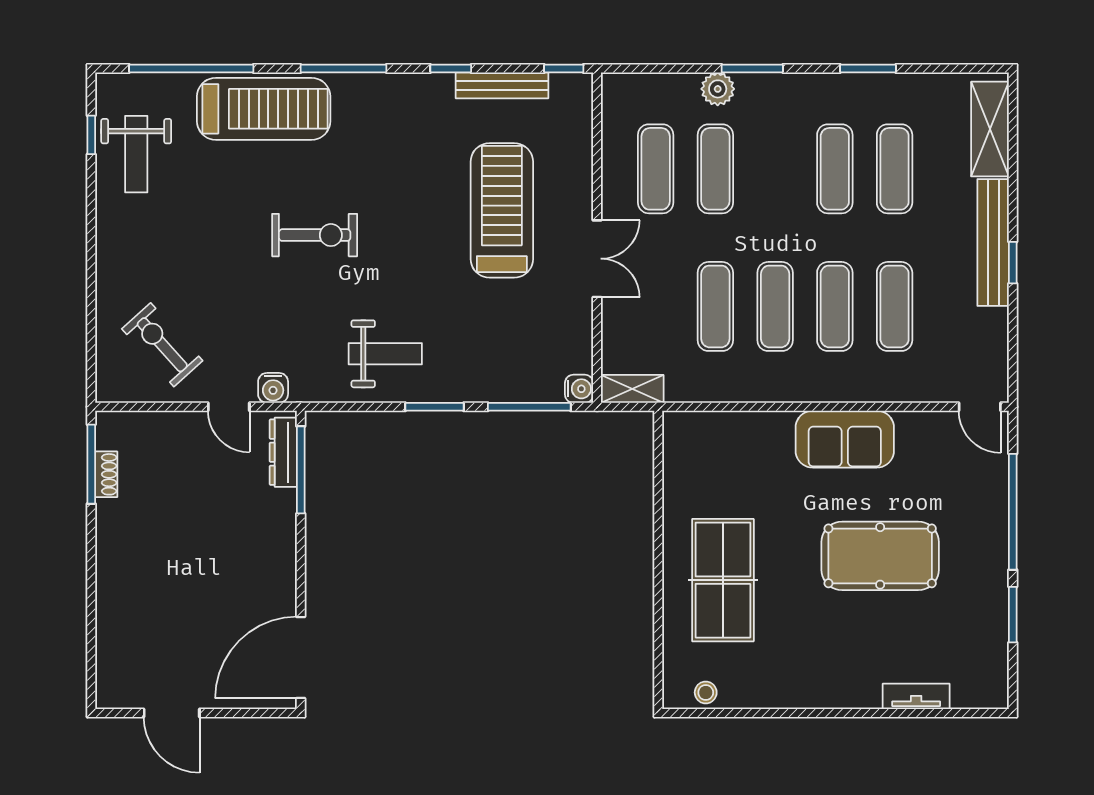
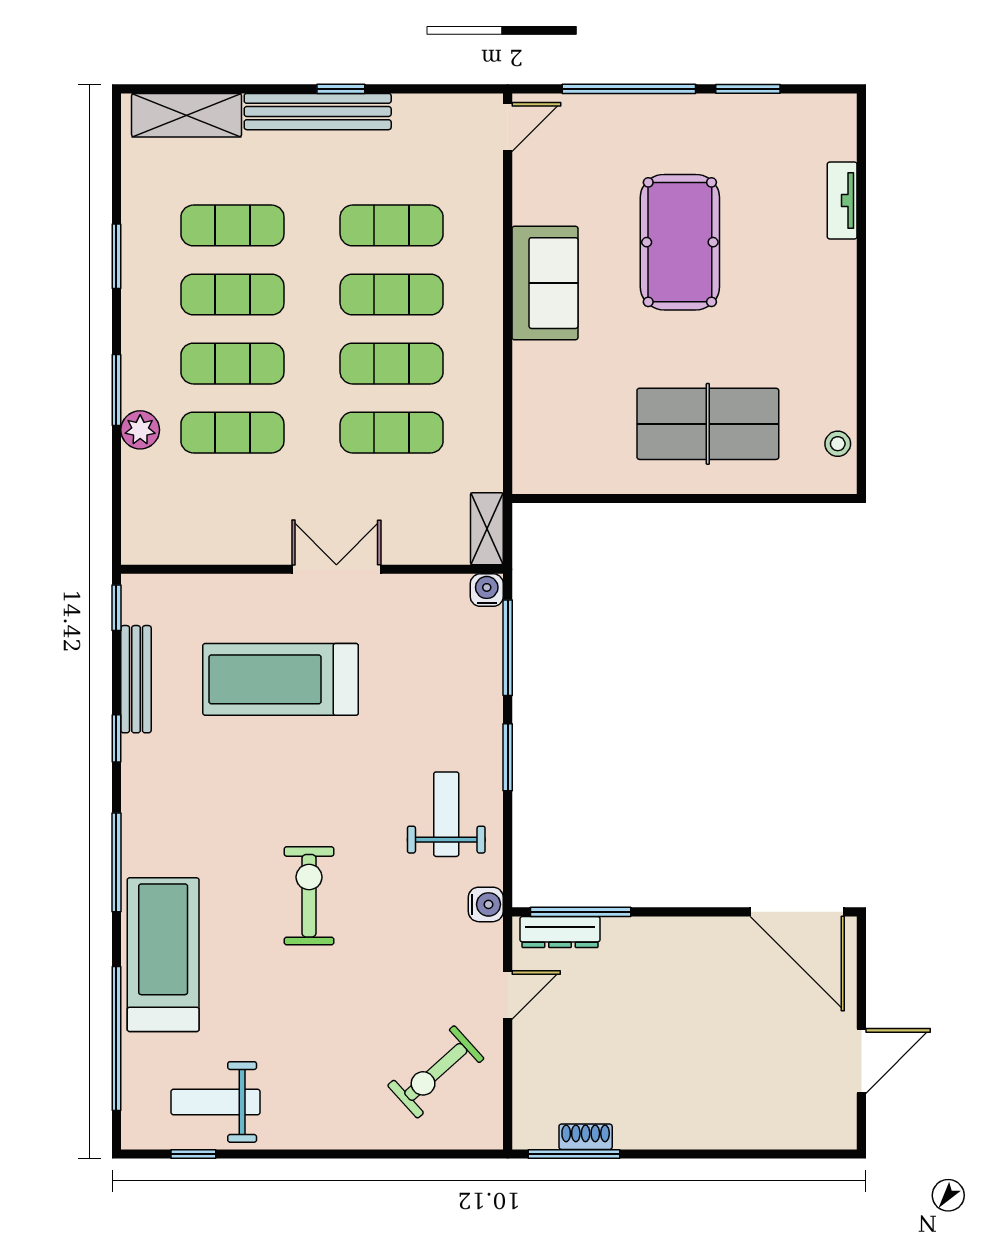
weight bench: (136, 154) -> (216, 1102), turned 180
exercise mat: (656, 169) -> (232, 364), moved
water cooler: (273, 388) -> (486, 904), moved

